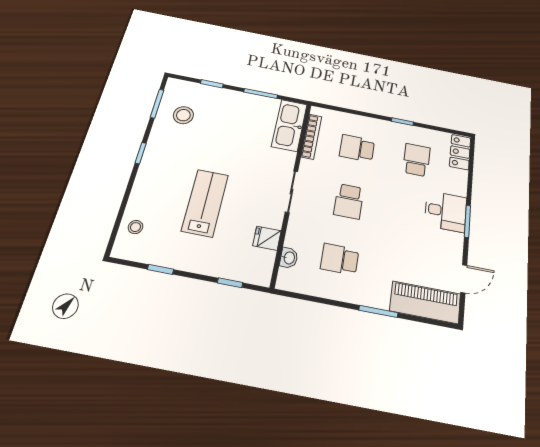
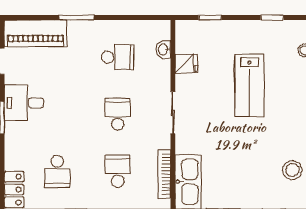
school desk: (357, 148) -> (118, 171), turned -90
desk: (446, 211) -> (24, 103), moved

